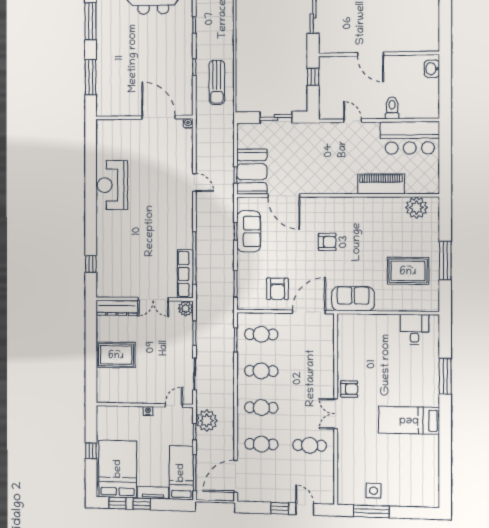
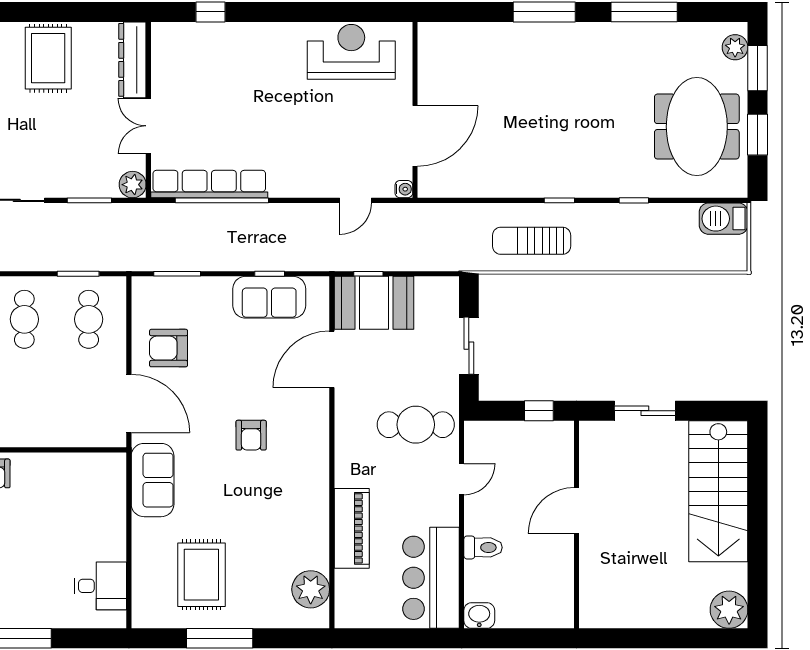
washbasin: (432, 69) -> (479, 616), moved
wall: (144, 117) -> (415, 110), moved
door: (159, 117) -> (415, 136), moved
water cooler: (188, 123) -> (404, 189), moved
cafe table: (321, 147) -> (416, 425), added
row of seats: (185, 274) -> (209, 184), width x1.36

